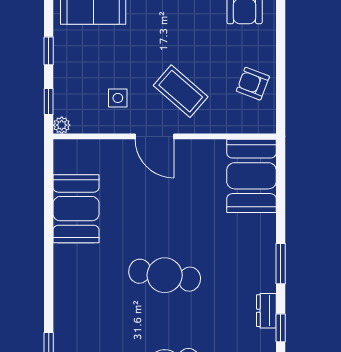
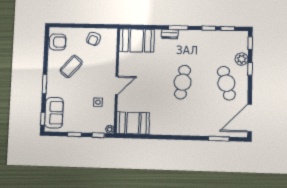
coffee table: (181, 91) -> (71, 67), moved
booth: (76, 209) -> (133, 123), moved
dresser: (266, 311) -> (170, 34), moved

